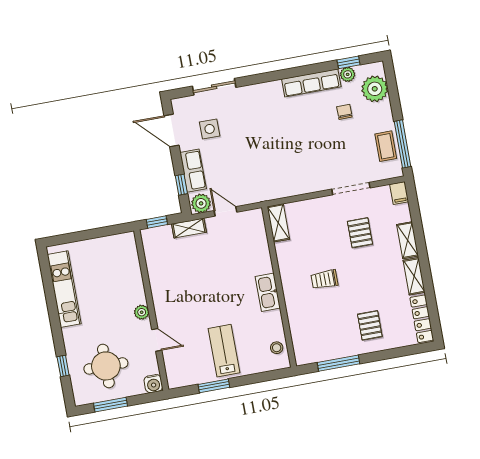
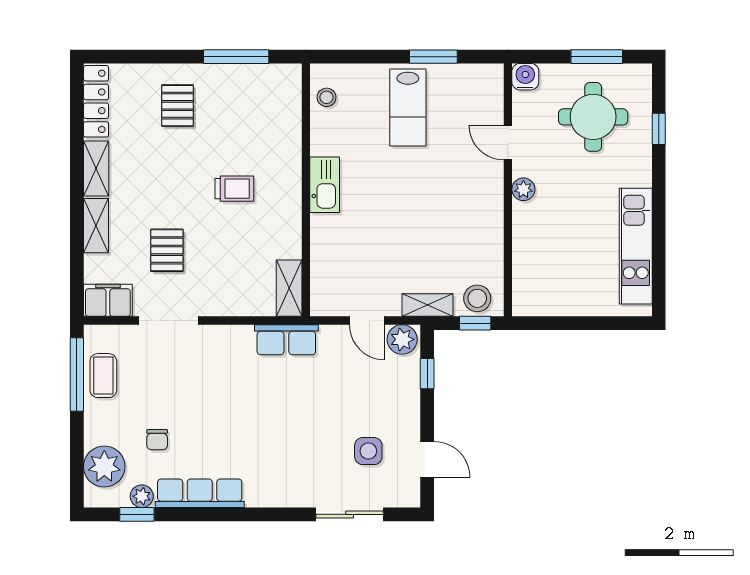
door: (171, 130) -> (427, 459), width x0.73
row of seats: (193, 171) -> (286, 340), moved, turned -90
filing cabinet: (399, 193) -> (108, 300), width x2.00
stool: (158, 238) -> (477, 298), added

